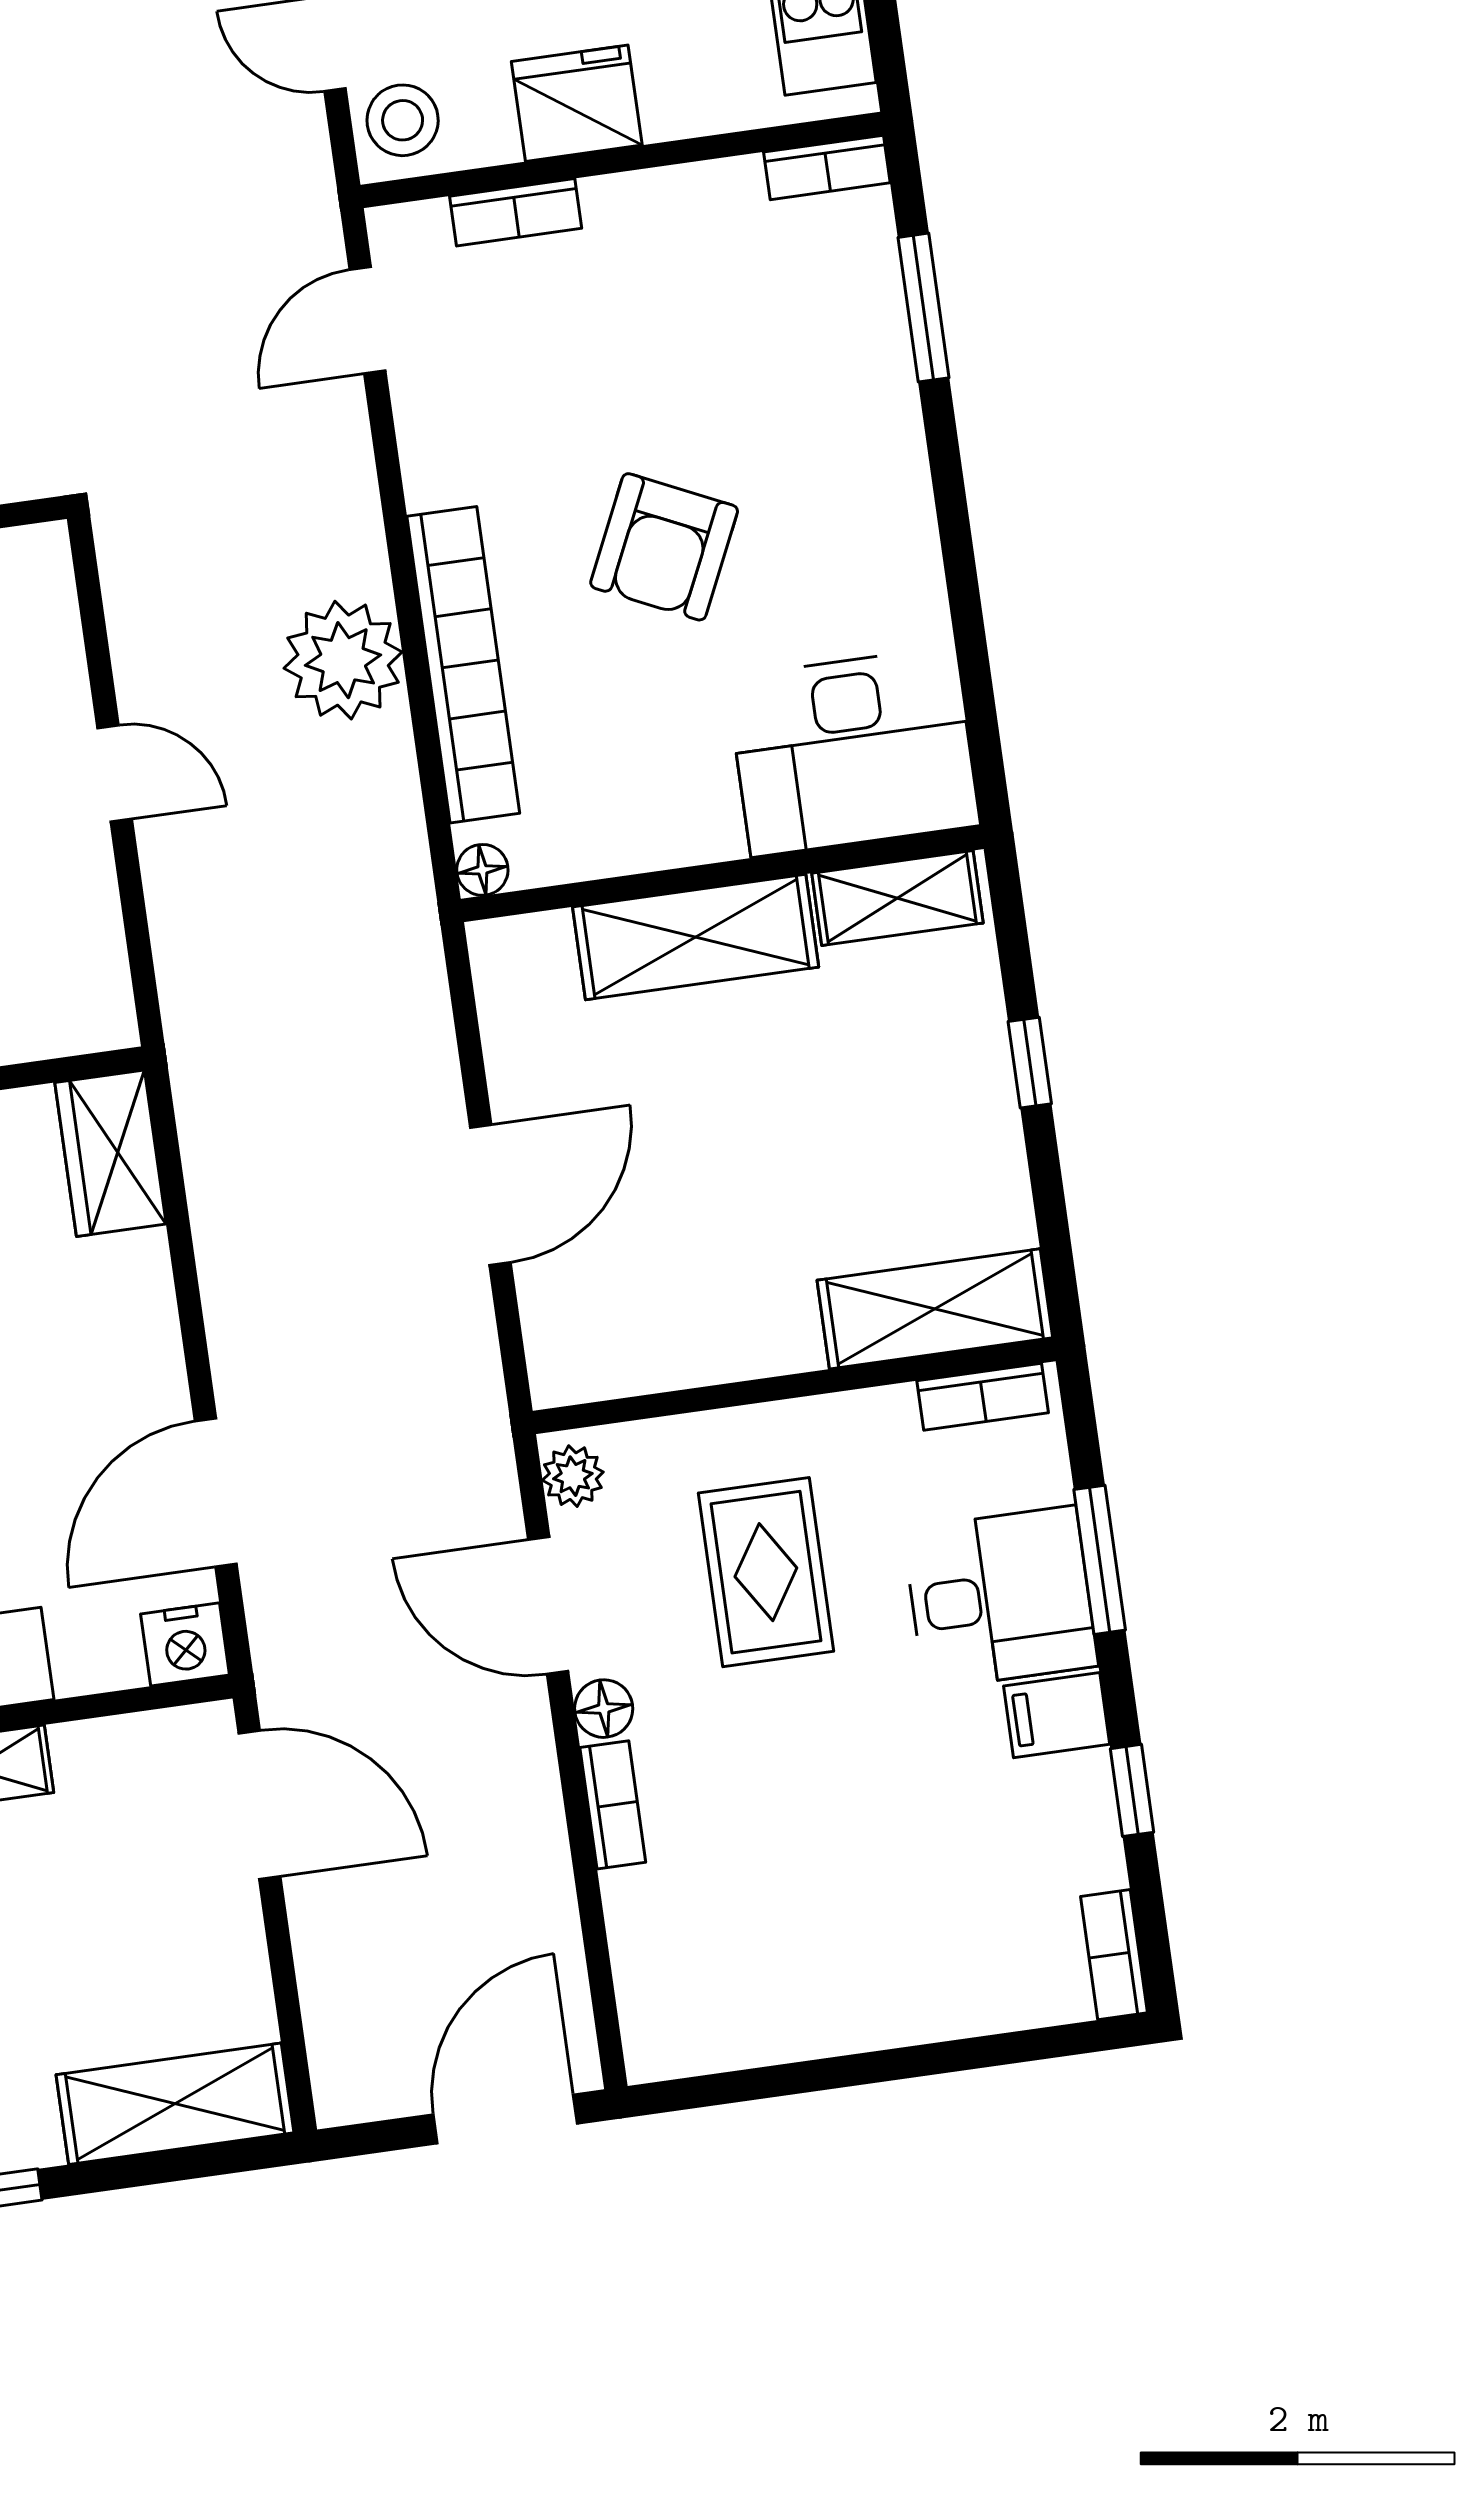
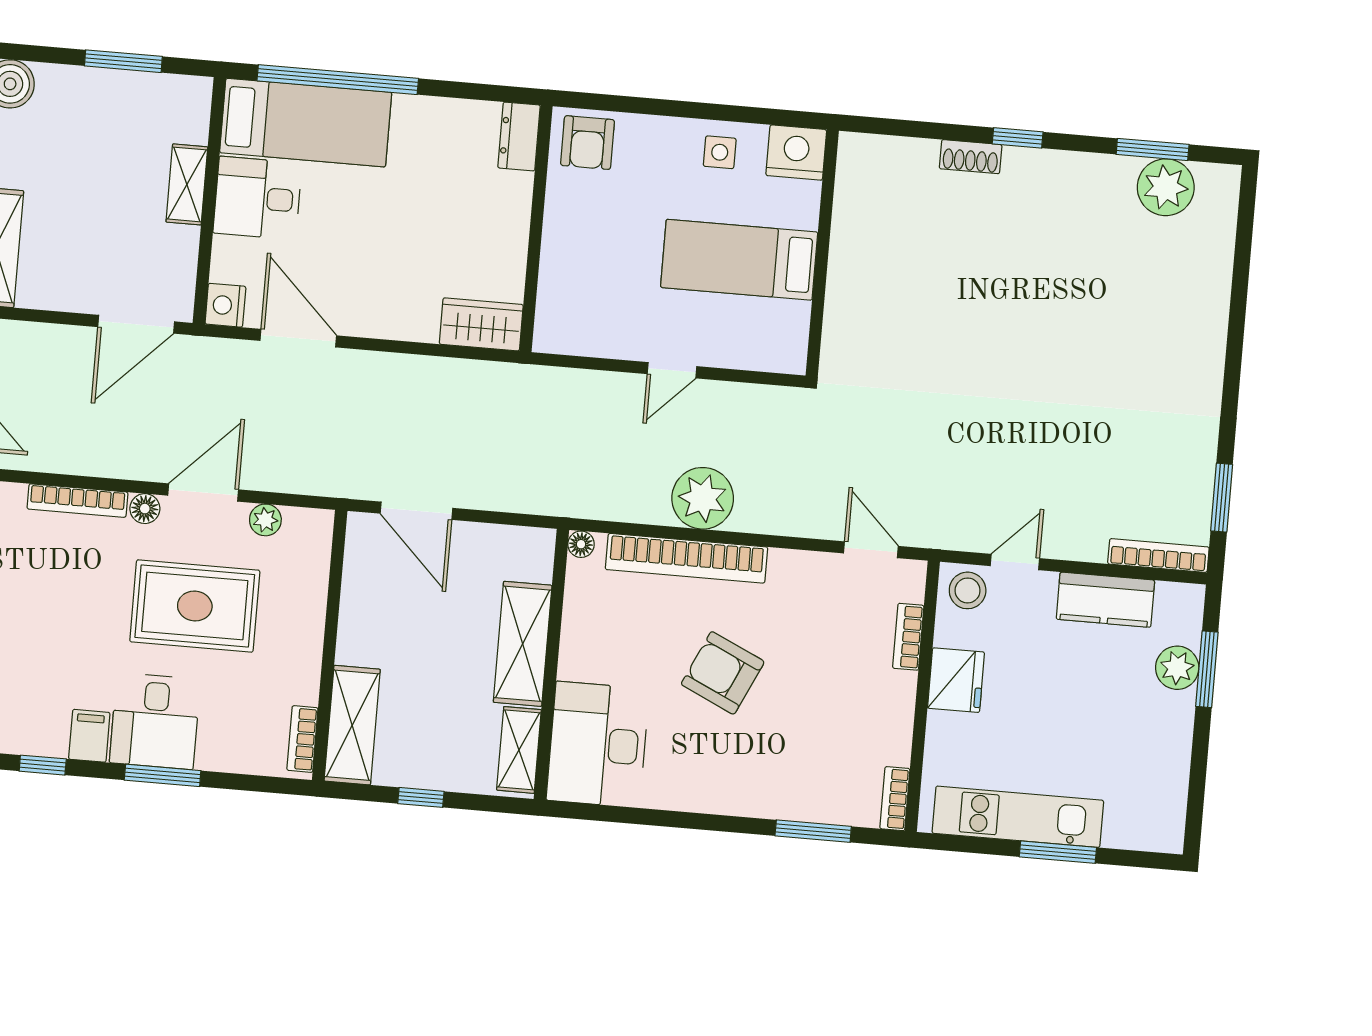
shelving: (935, 1309) -> (352, 725), moved
wall: (794, 1386) -> (330, 645), moved
bookcase: (983, 1397) -> (302, 739), moved
rug: (766, 1572) -> (195, 606), width x1.36, depth x1.43
bookcase: (613, 1805) -> (77, 501), width x1.56

